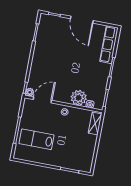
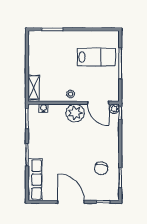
chair: (51, 43) -> (101, 168), added
plant: (79, 98) -> (75, 113), moved
door: (42, 100) -> (98, 103), hinge flipped

